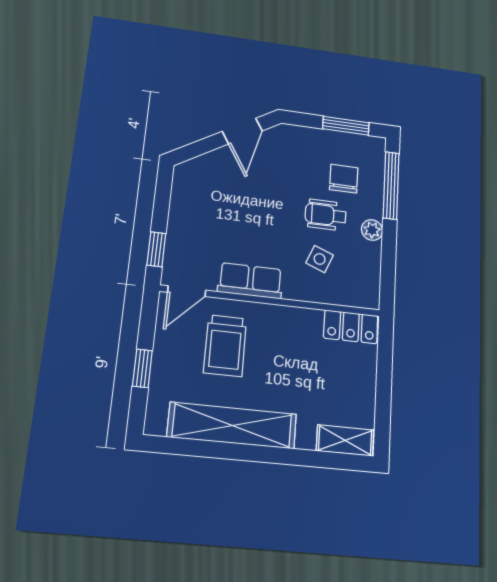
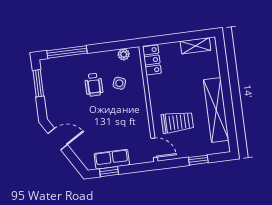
chair: (344, 179) -> (70, 79), removed
plant: (372, 230) -> (124, 54), moved
window: (156, 249) -> (109, 172), moved
row of seats: (250, 281) -> (112, 159), moved, turned 90
shelving: (345, 440) -> (195, 46), moved, turned 90

